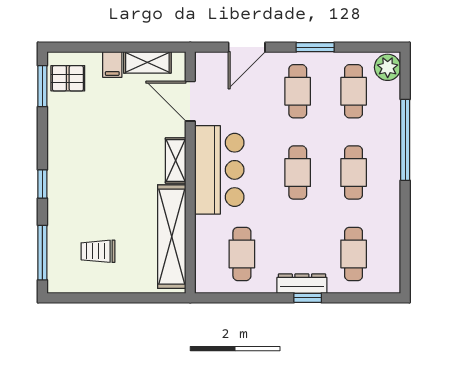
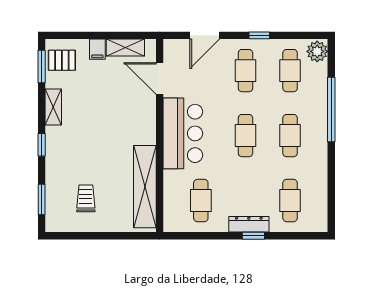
window: (315, 47) -> (259, 35), width x0.67
shelving: (176, 160) -> (53, 107), moved
trolley: (98, 251) -> (86, 198), turned 90
window: (42, 253) -> (42, 199), width x0.69

